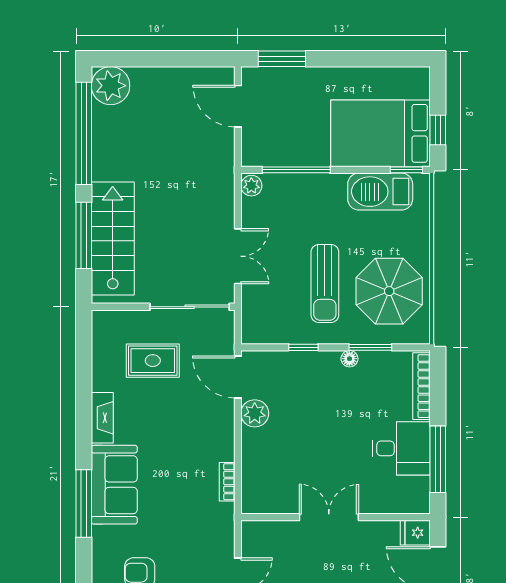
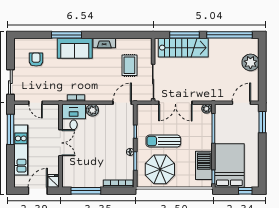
plant: (111, 86) -> (250, 62), moved
window: (438, 130) -> (245, 191), moved
double door: (238, 256) -> (175, 103), width x1.37
plant: (255, 413) -> (92, 110), moved
desk: (401, 448) -> (74, 117), moved, turned 180

